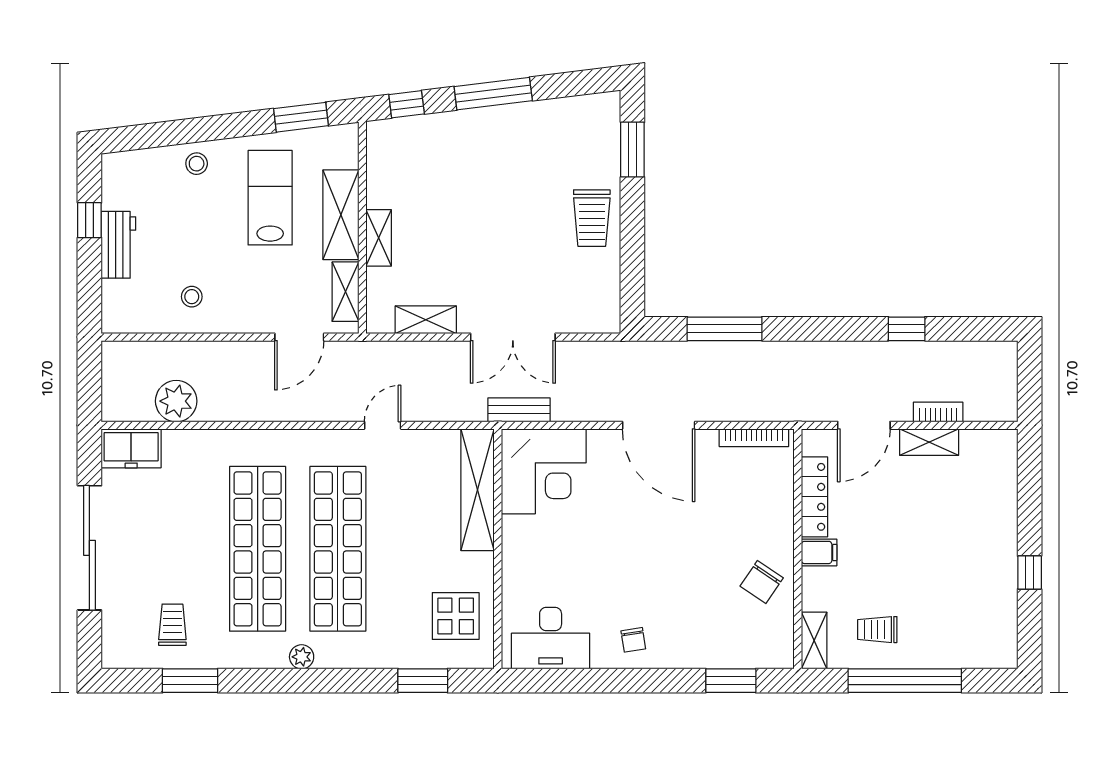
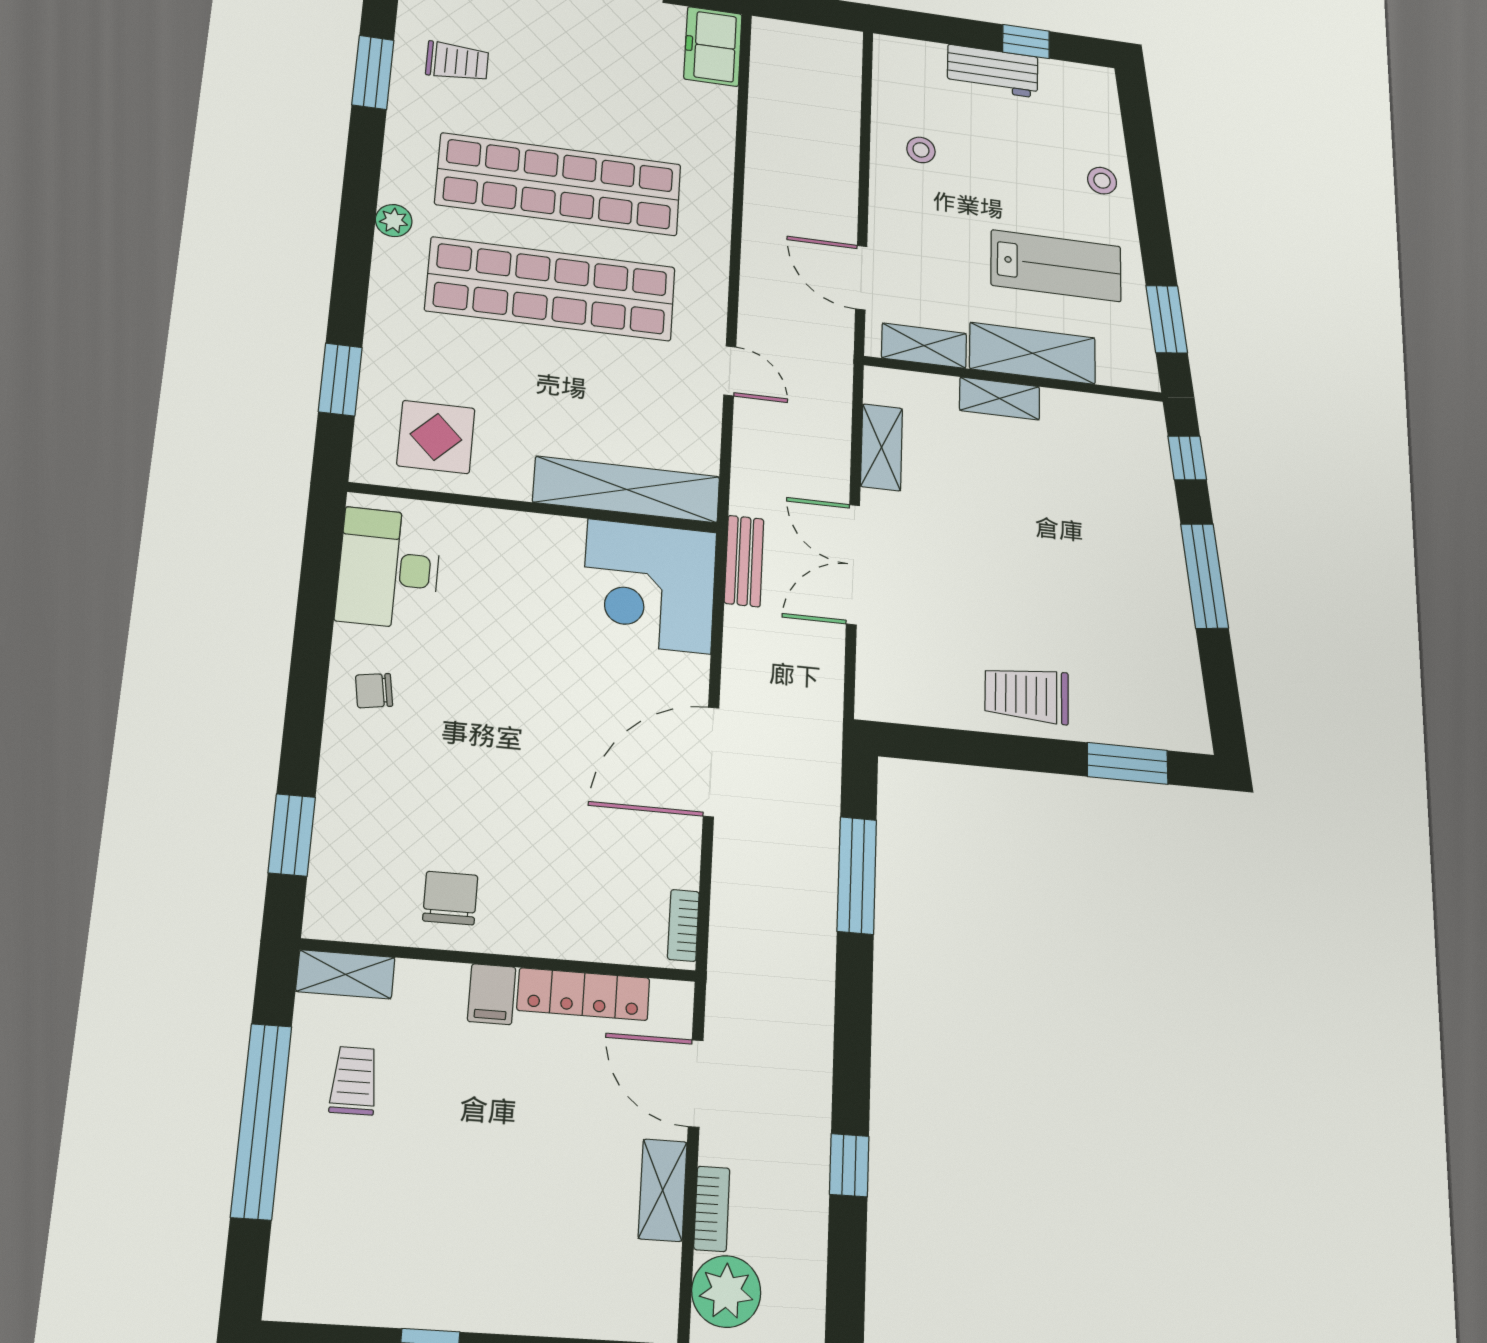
plant: (176, 401) -> (726, 1291), moved
bookcase: (754, 438) -> (683, 925), width x0.64
chair: (762, 582) -> (450, 898), turned 56

